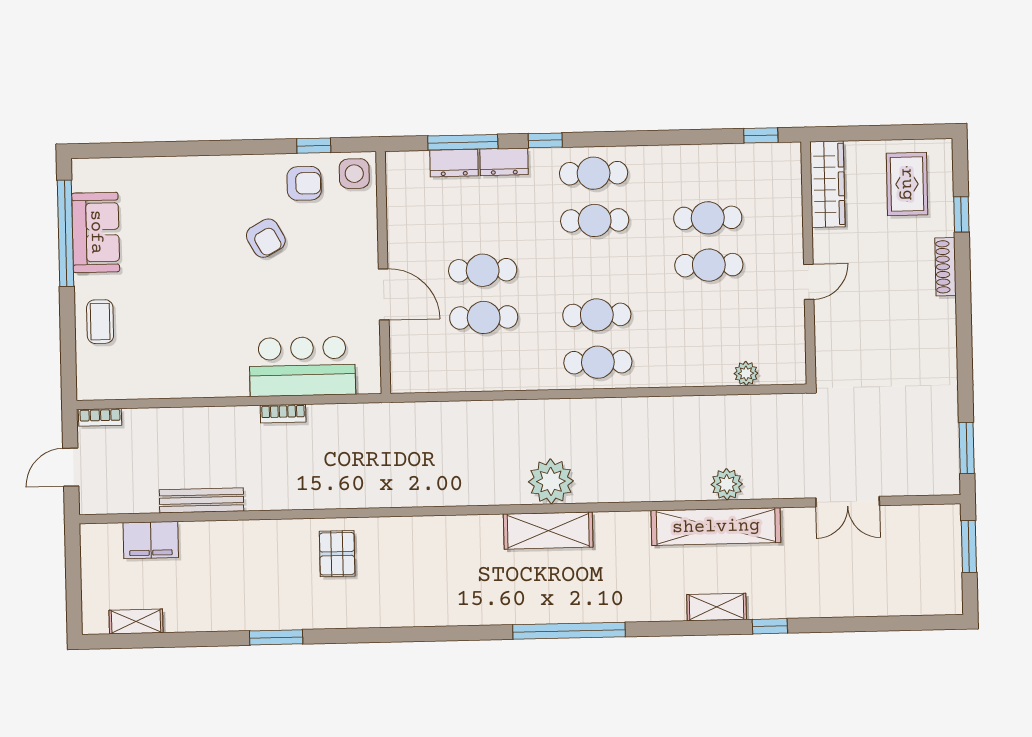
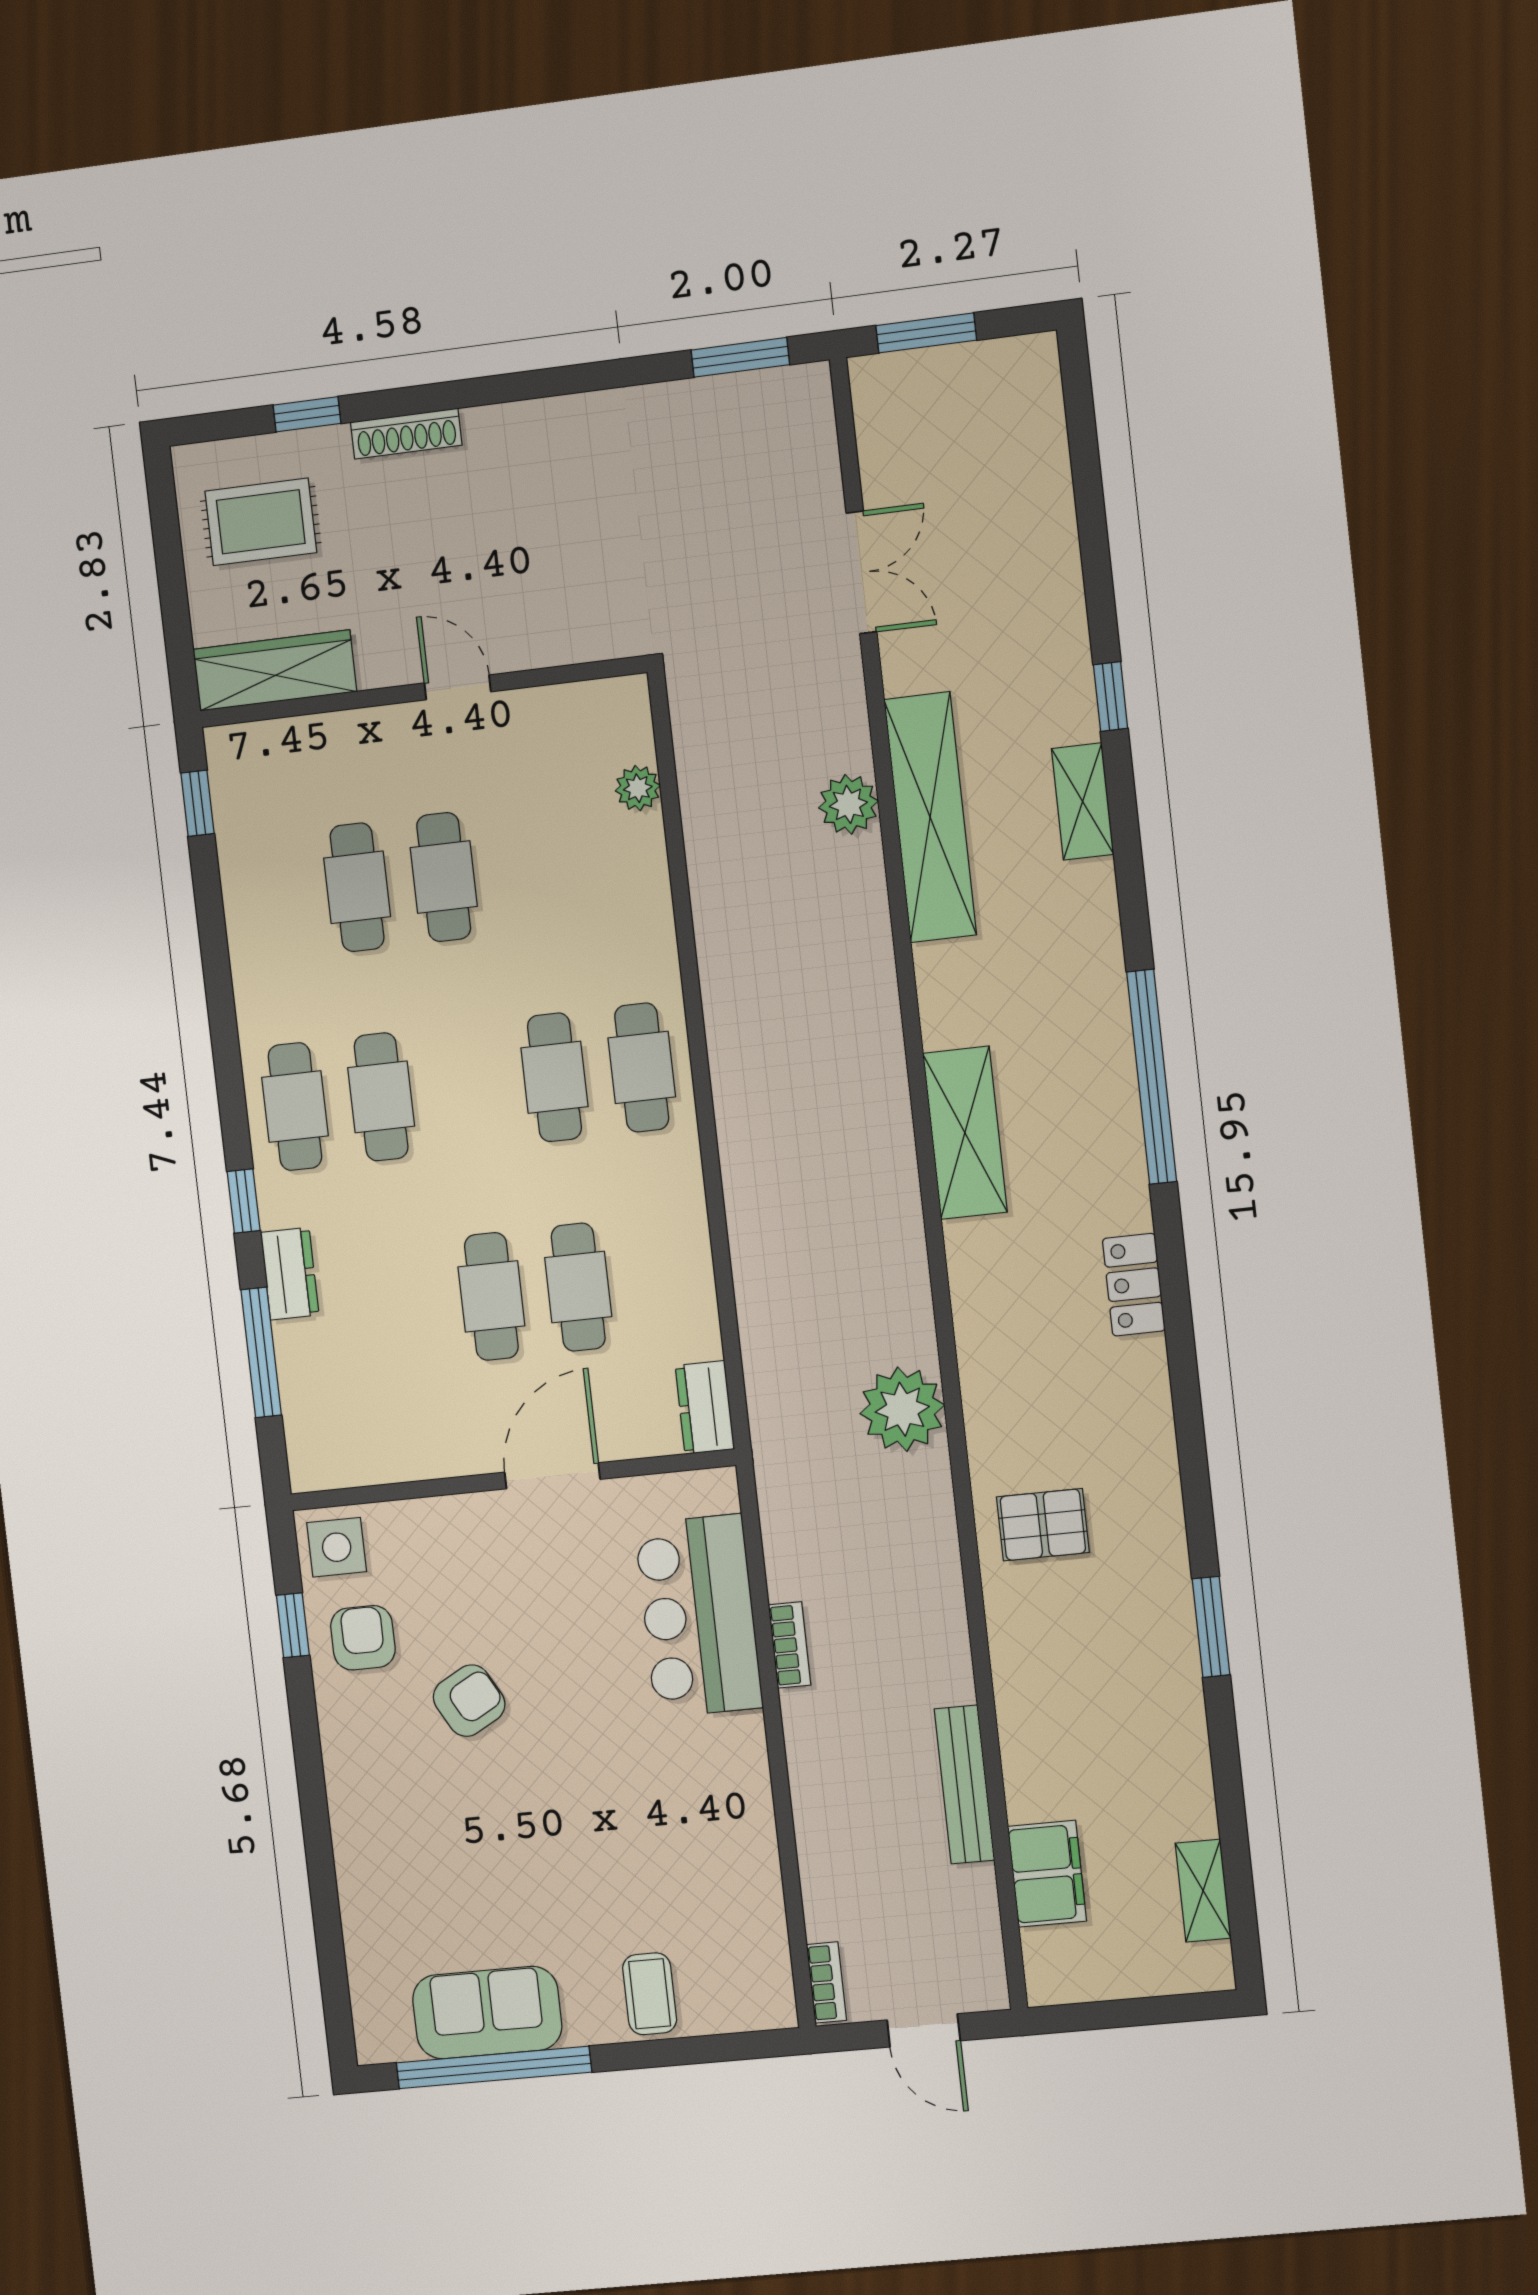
dresser: (454, 163) -> (705, 1407), moved, turned 180
coffee table: (100, 322) -> (650, 1994), turned 90
plant: (551, 481) -> (902, 1409), moved
locker: (460, 612) -> (1134, 1285), added

